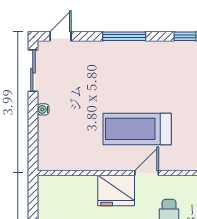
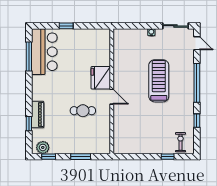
window: (124, 36) -> (197, 83), width x1.46
treadmill: (137, 129) -> (159, 81), moved

